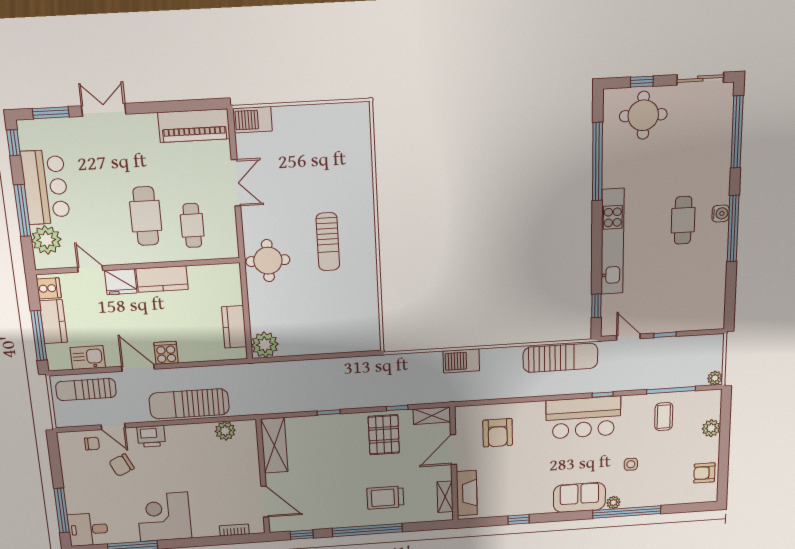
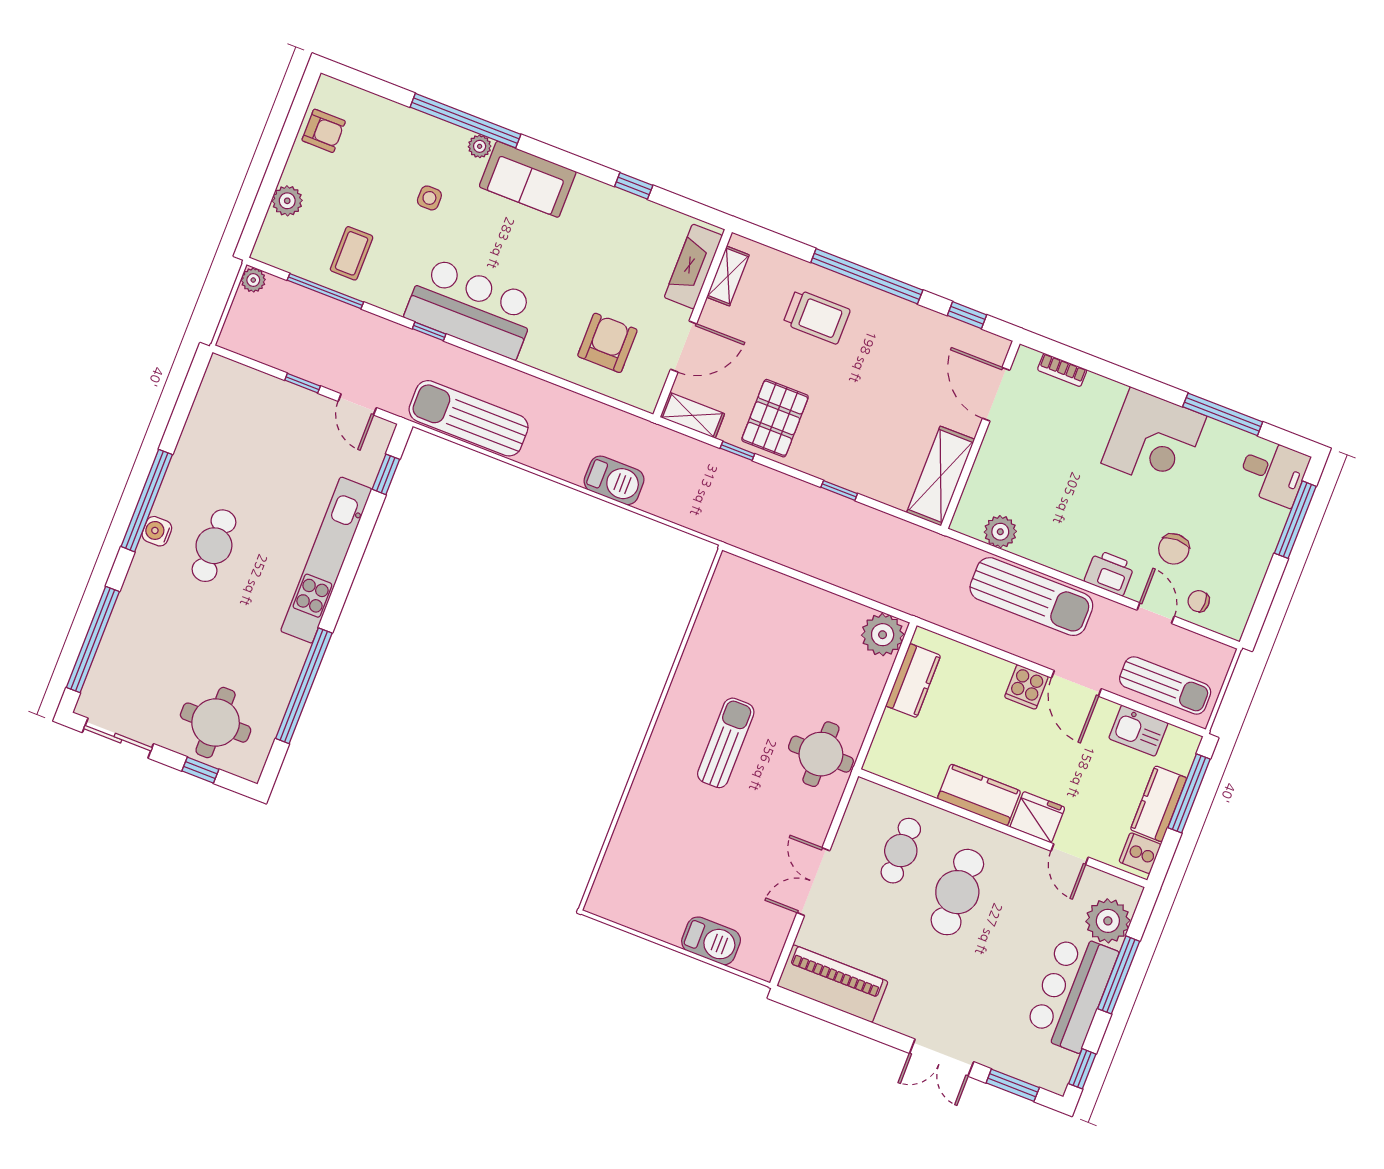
barbecue: (252, 120) -> (711, 941), moved
chair: (122, 465) -> (1174, 549), turned 115

